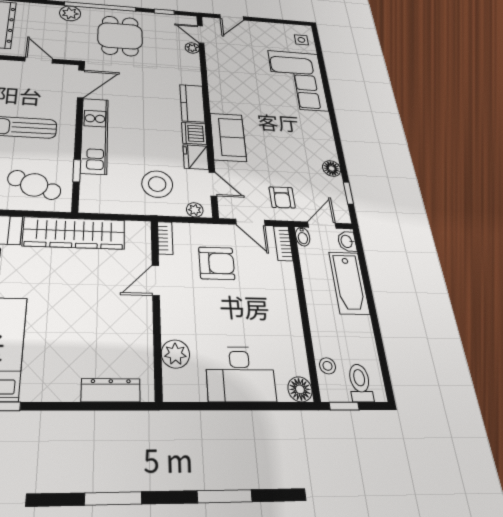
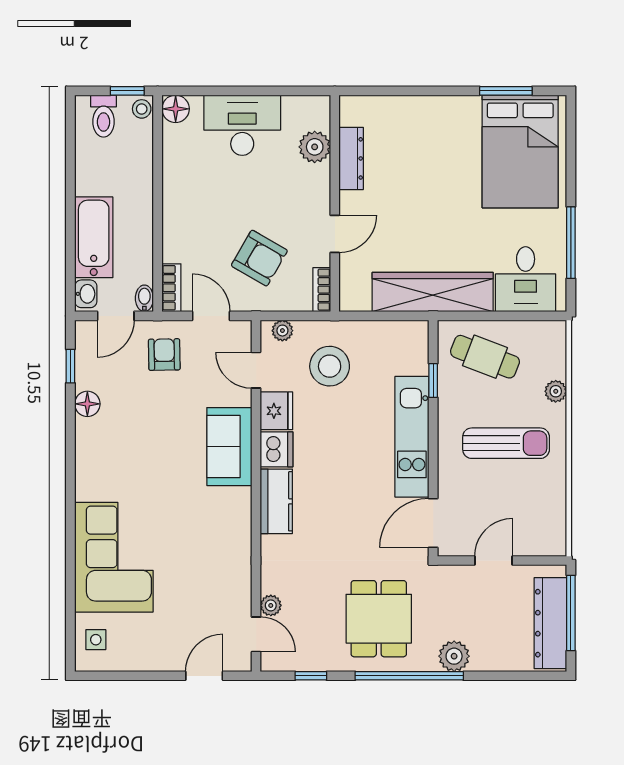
door: (39, 60) -> (493, 560), swing flipped
armchair: (217, 263) -> (259, 258), turned -150
stool: (327, 366) -> (142, 109), moved
dresser: (111, 390) -> (351, 158), moved, turned -90

